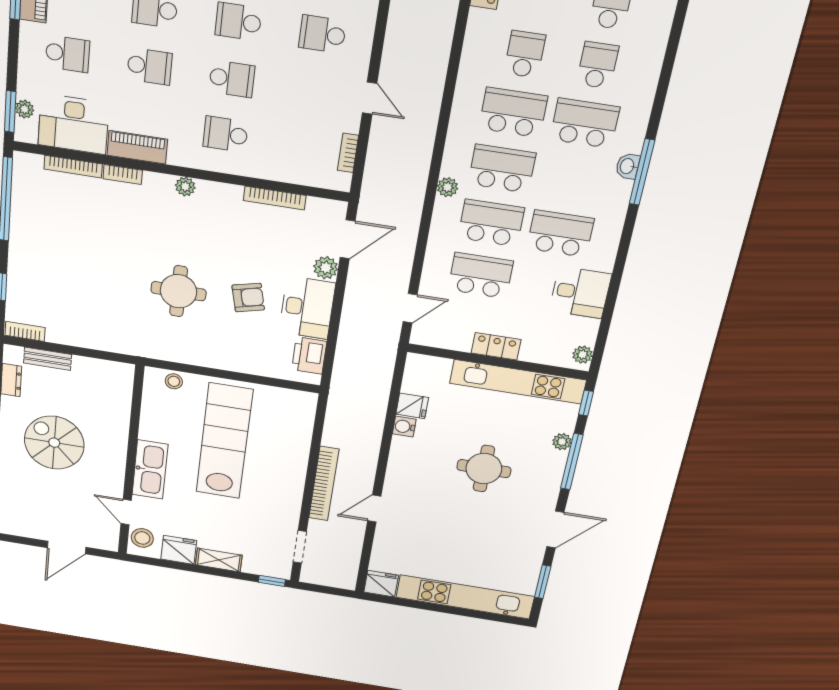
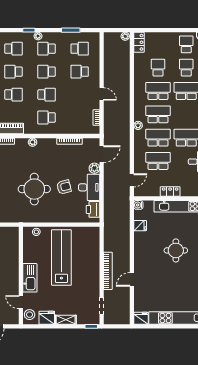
round table: (178, 291) -> (34, 189), width x1.36, depth x1.36
water cooler: (404, 427) -> (138, 205), moved

